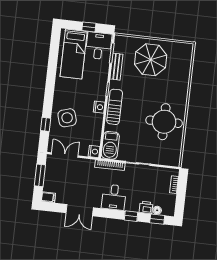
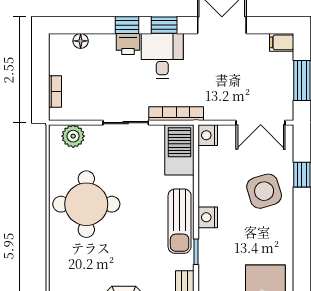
plant: (167, 159) -> (73, 136), added
printer: (146, 207) -> (128, 44), moved
window: (157, 219) -> (164, 25), moved

